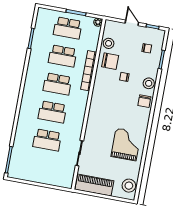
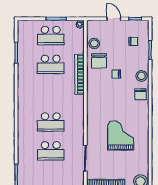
chair: (110, 61) -> (99, 61), turned 90
school desk: (57, 84) -> (51, 93), removed
grand piano: (126, 144) -> (121, 135), moved

